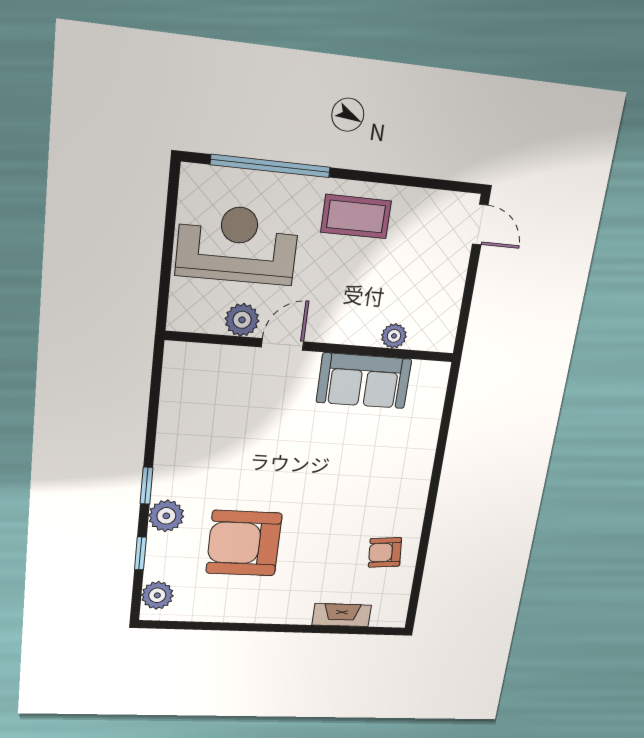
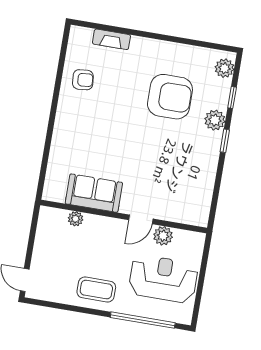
reception desk: (237, 244) -> (163, 279), turned 180

